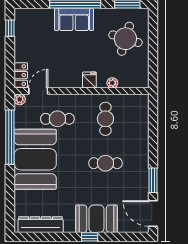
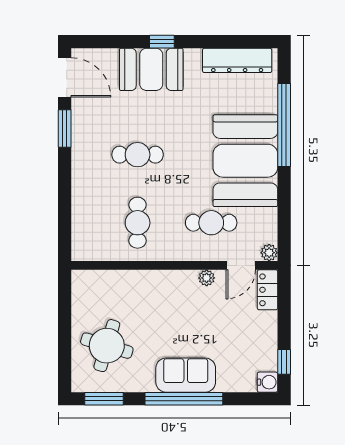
water cooler: (21, 15) -> (267, 382), added
fridge: (89, 80) -> (162, 282), removed
plant: (112, 83) -> (207, 278), moved
window: (10, 137) -> (284, 125), moved

